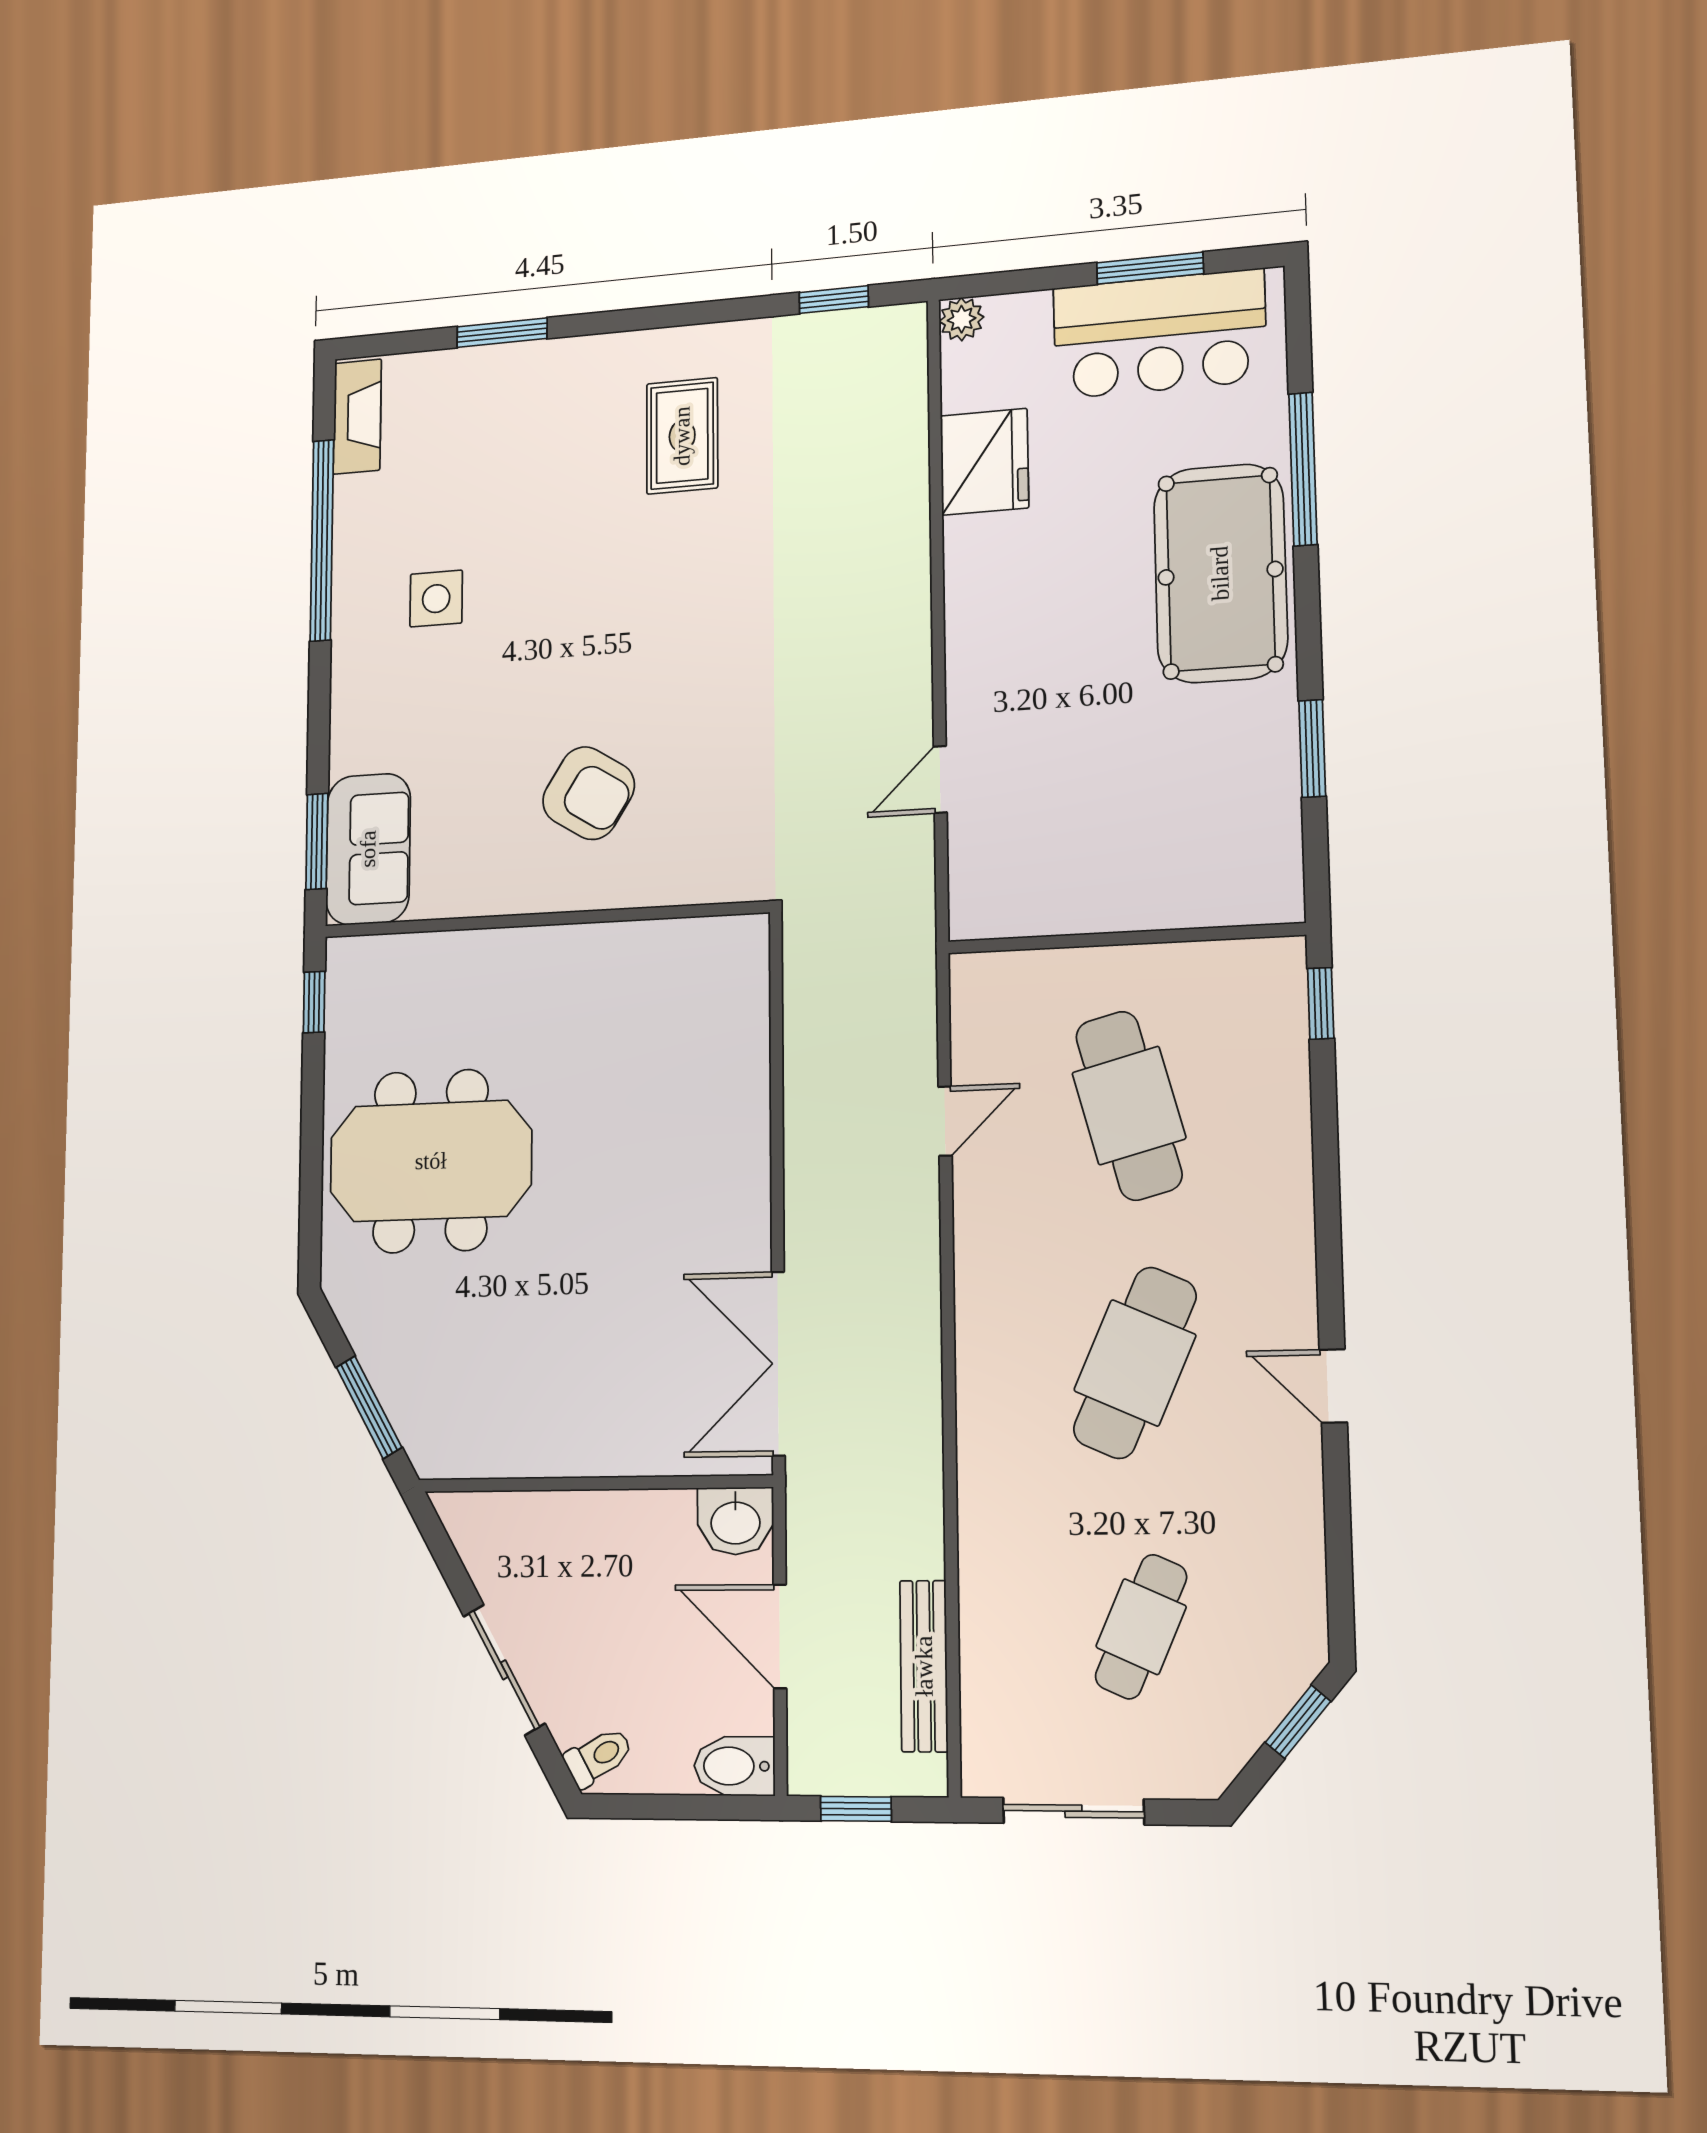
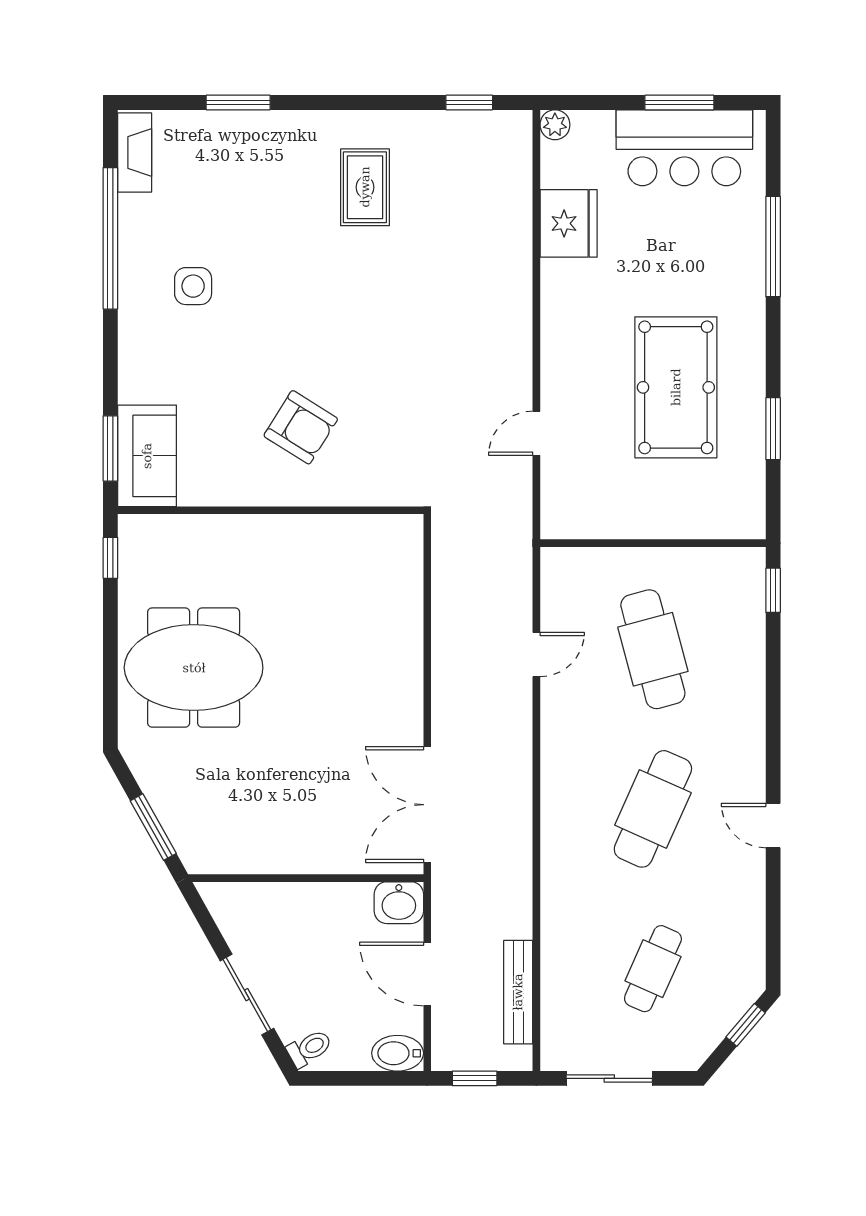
pool table: (1220, 573) -> (676, 387), moved

